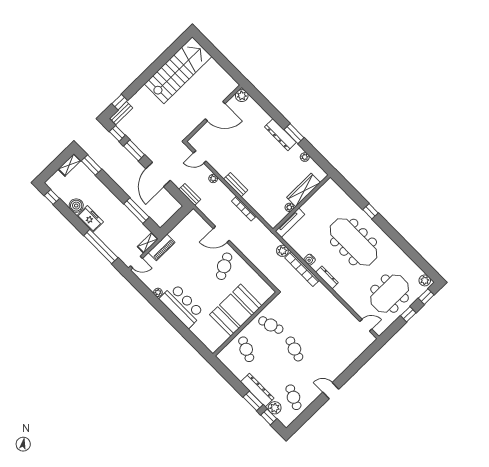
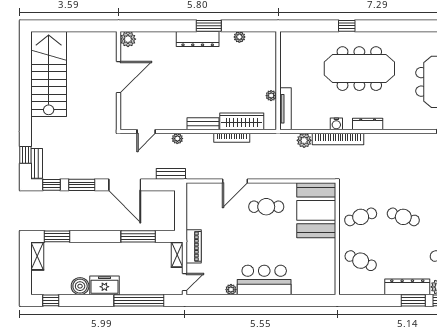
wardrobe: (304, 190) -> (242, 121), moved, turned 90
cafe table: (224, 266) -> (266, 207), turned -63
booth: (236, 310) -> (316, 210), moved

